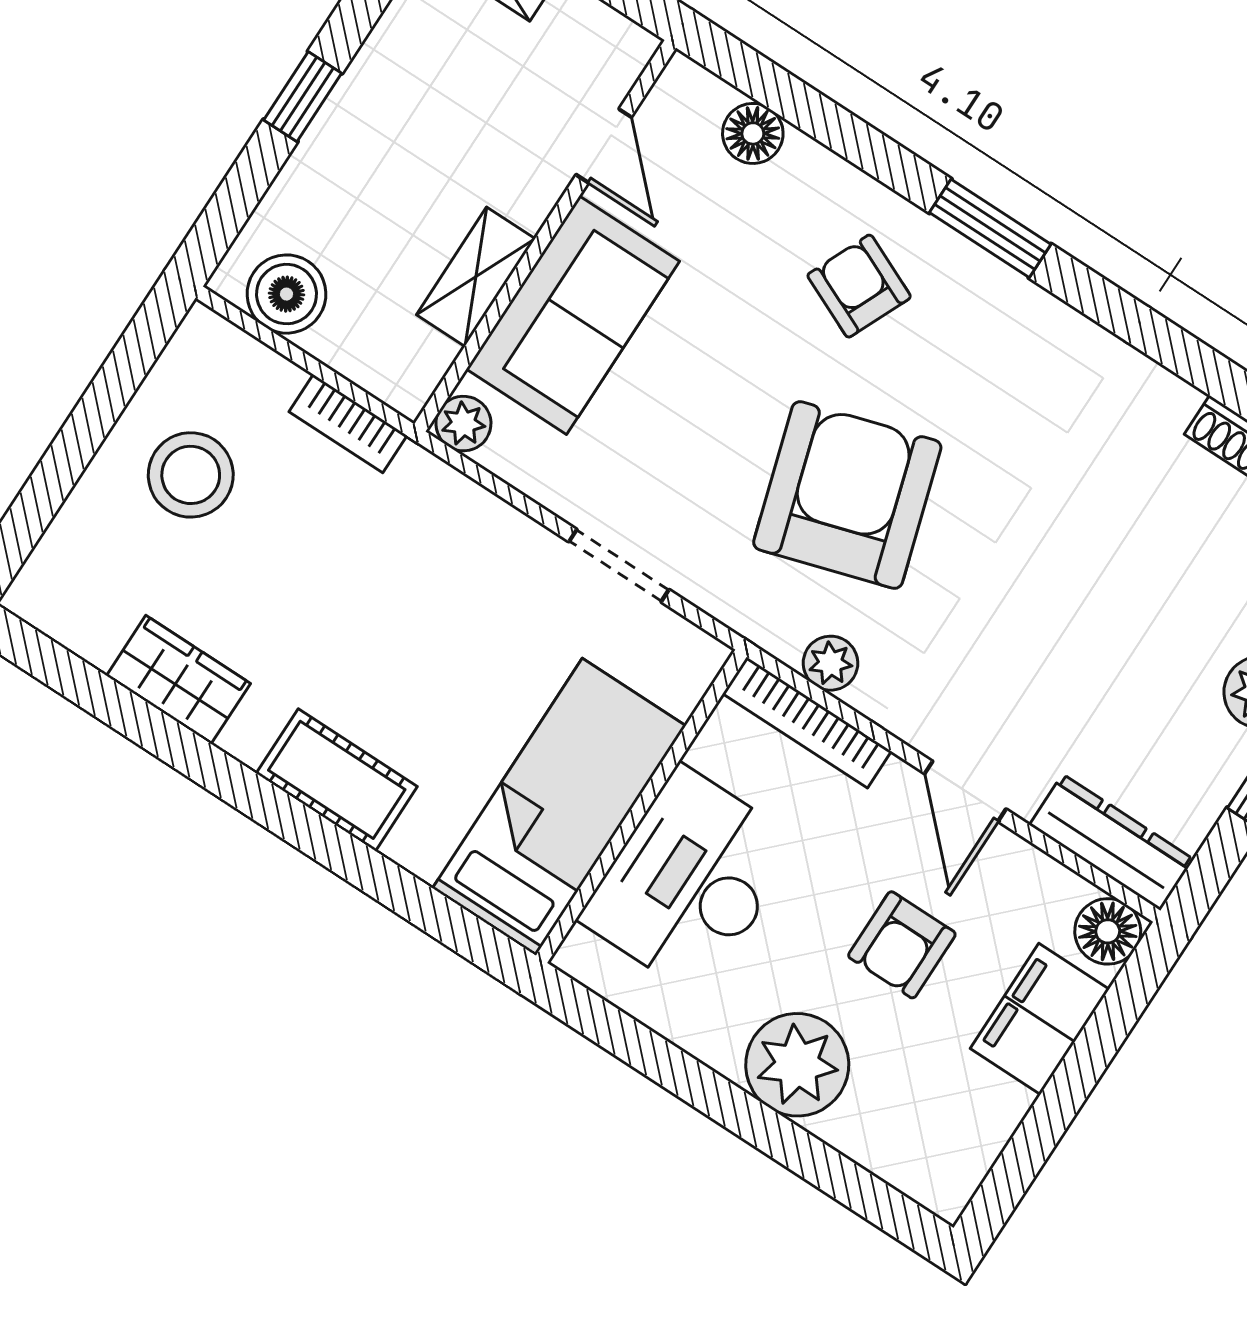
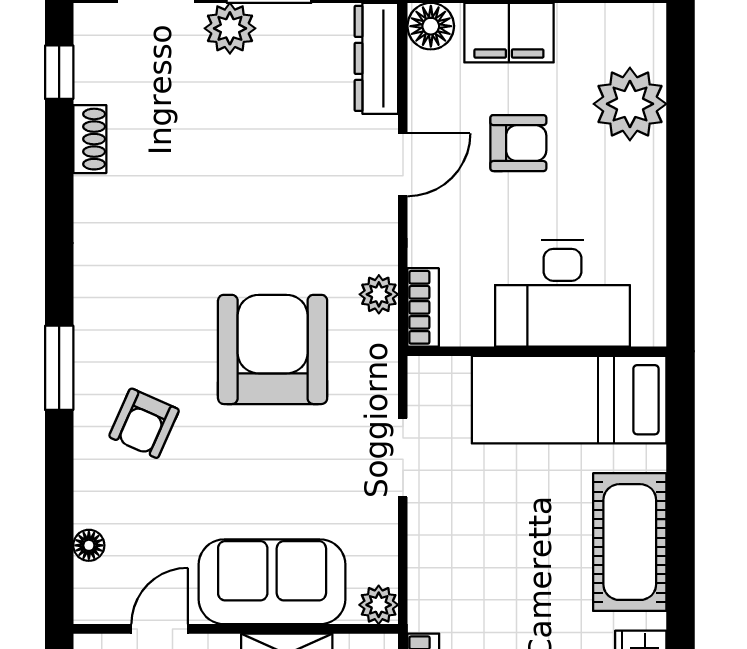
floor lamp: (753, 133) -> (89, 545), width x0.73, depth x0.73
armchair: (847, 495) -> (273, 349), turned 107
bookcase: (807, 723) -> (423, 307), width x0.64
cot: (337, 780) -> (630, 542), width x1.37, depth x1.34
plant: (797, 1065) -> (630, 104), moved

